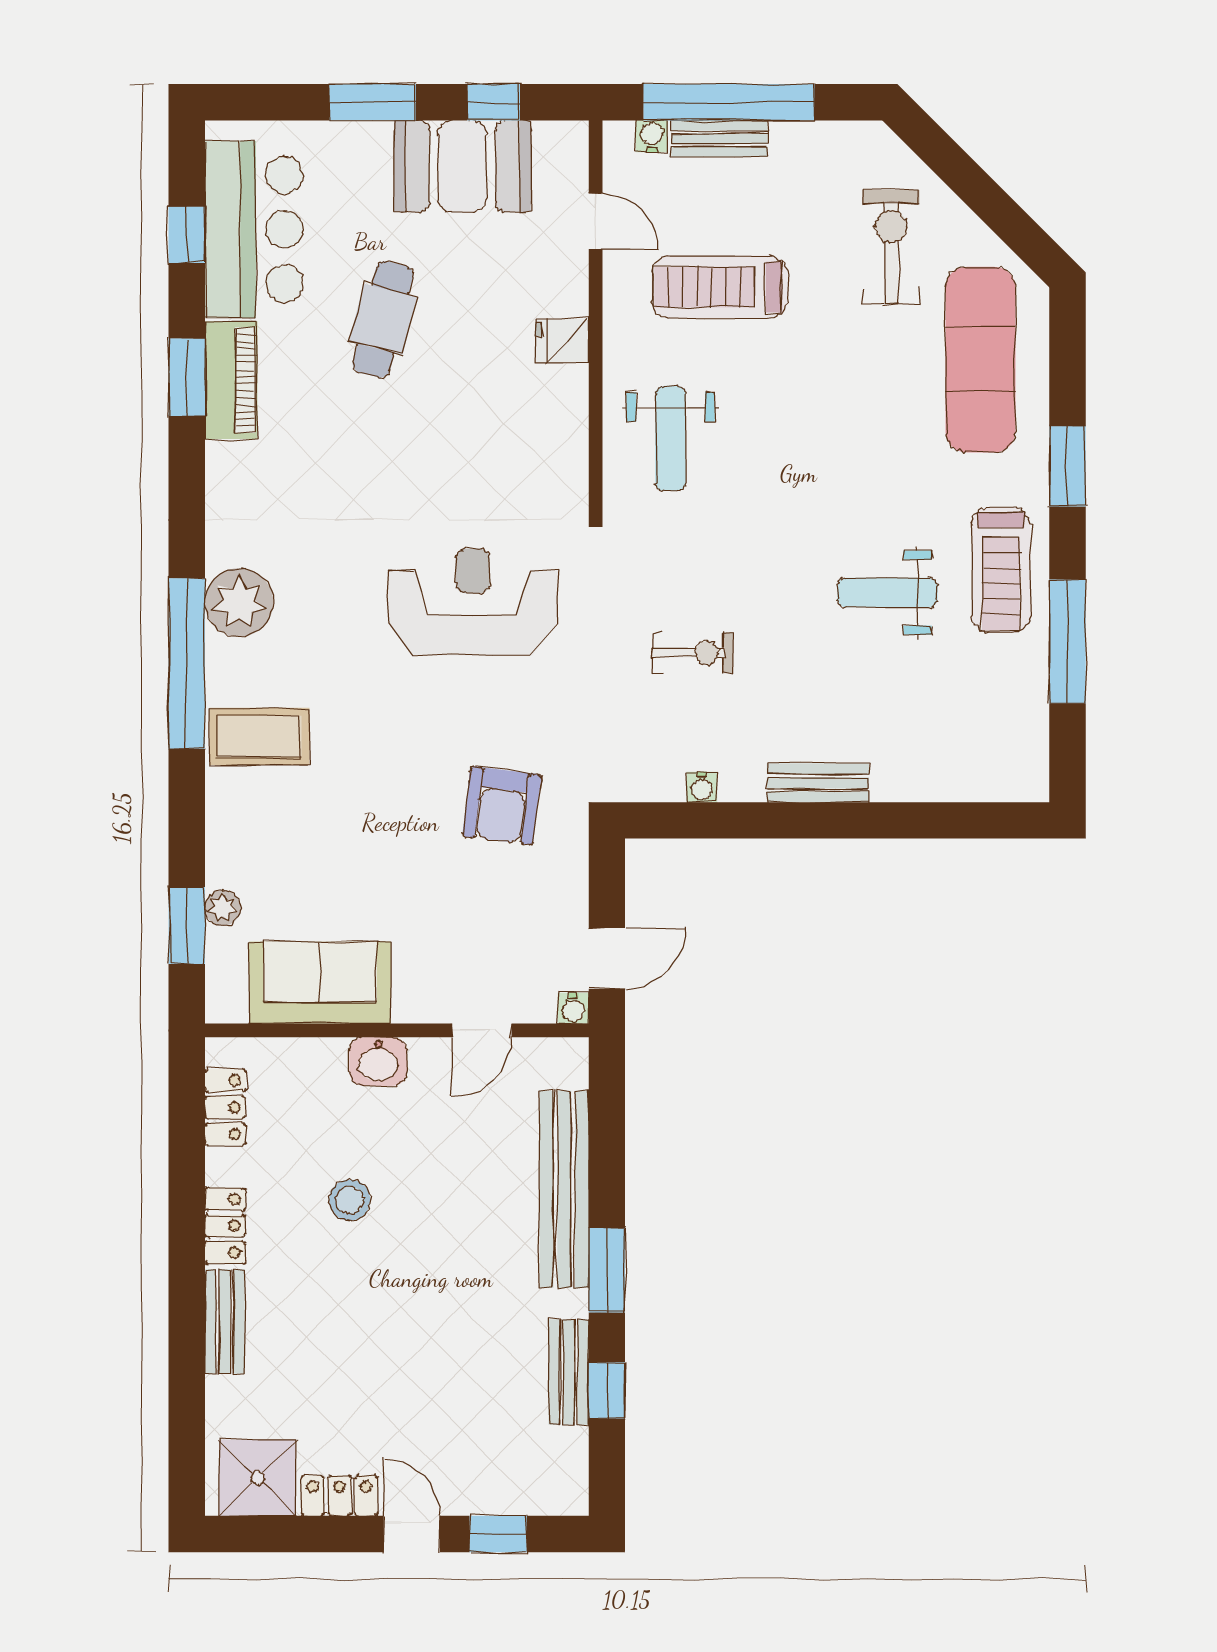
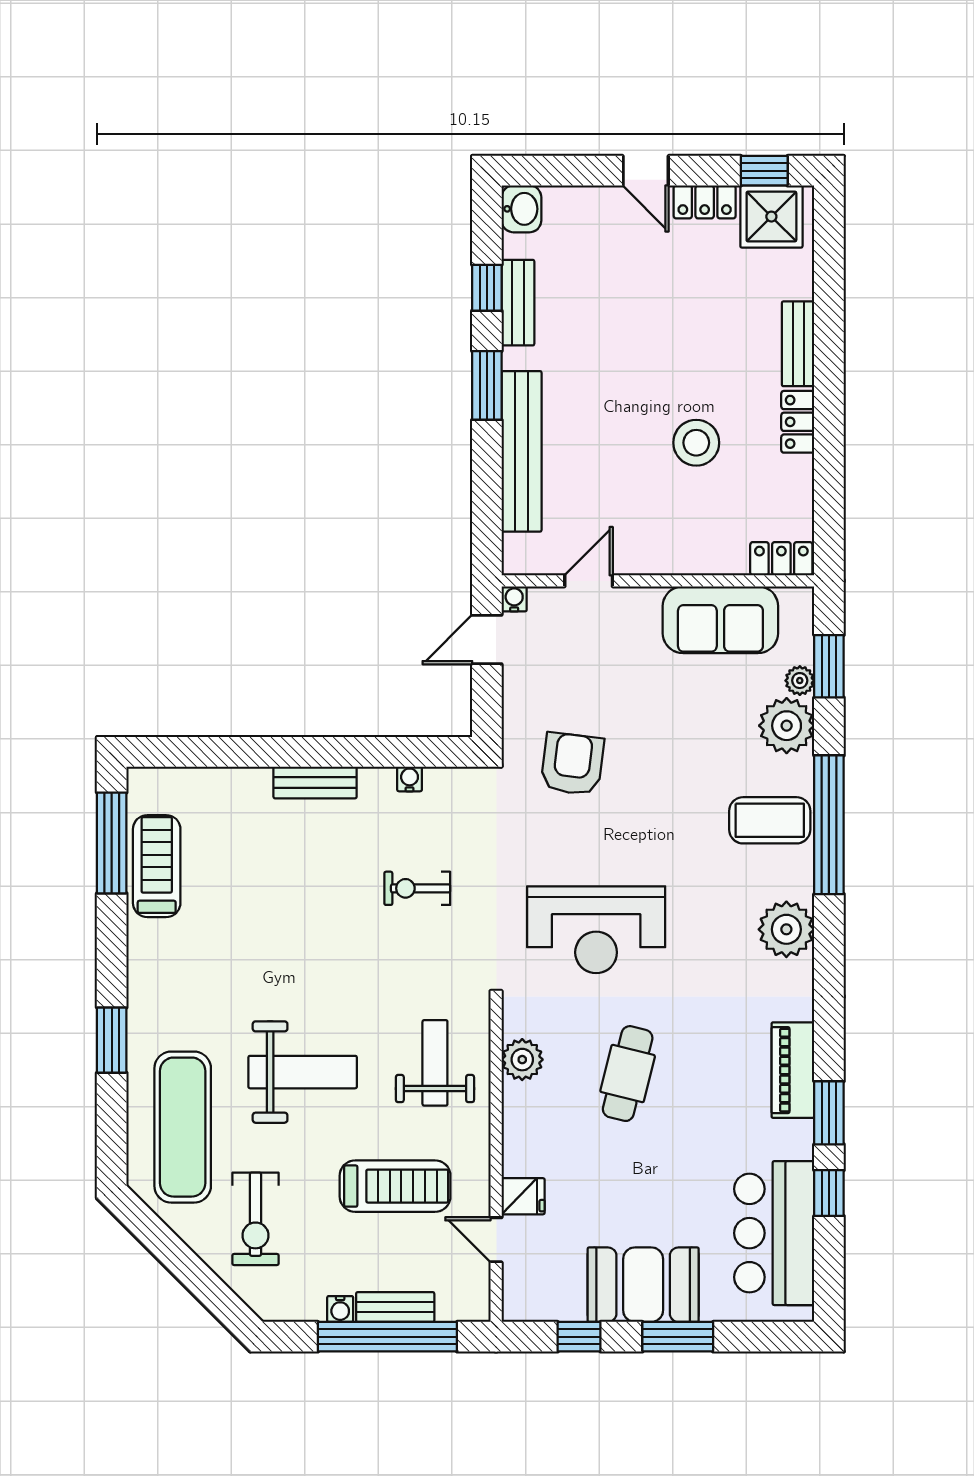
water cooler: (652, 136) -> (340, 1309), moved
booth: (462, 166) -> (643, 1285), moved
window: (187, 235) -> (829, 1193), moved
cafe table: (383, 319) -> (628, 1074), moved
fridge: (562, 341) -> (523, 1196), moved
piano: (231, 380) -> (793, 1070), moved
plant: (563, 443) -> (522, 1060), added
treadmill: (1001, 570) -> (157, 866), moved
weight bench: (887, 593) -> (303, 1072), moved, width x1.36, depth x1.33
window: (1068, 642) -> (112, 843), moved
window: (187, 664) -> (829, 825), moved
plant: (239, 853) -> (787, 726), added
washbasin: (378, 1062) -> (521, 209), moved, turned 90
locker: (225, 1107) -> (781, 559), moved, turned 90
stool: (350, 1200) -> (696, 443), width x1.38, depth x1.38
window: (498, 1534) -> (764, 171), moved

